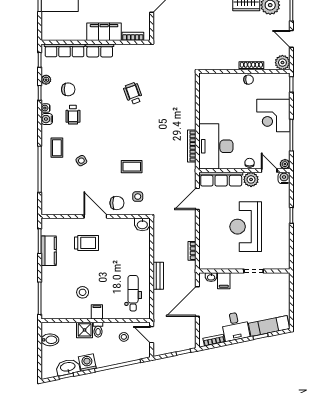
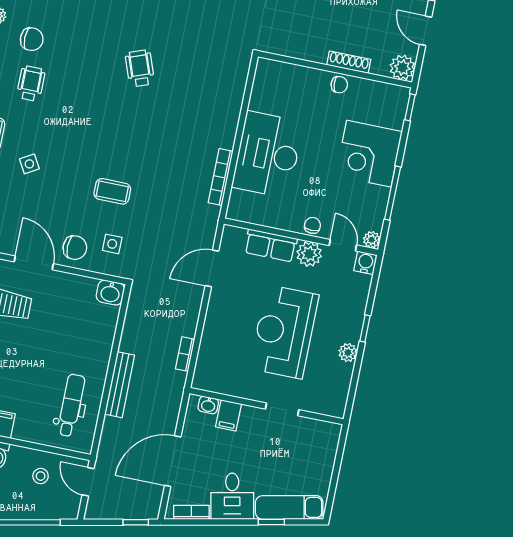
wheelchair: (73, 115) -> (31, 84), turned 180
desk: (216, 146) -> (268, 154), moved
row of seats: (221, 179) -> (271, 245), width x0.68
plant: (284, 231) -> (348, 353), added
bench: (158, 276) -> (120, 385), width x1.36
door: (197, 301) -> (173, 461), moved

